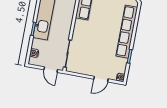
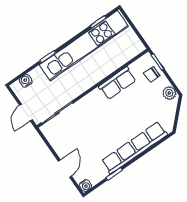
door: (101, 79) -> (65, 169), swing flipped

